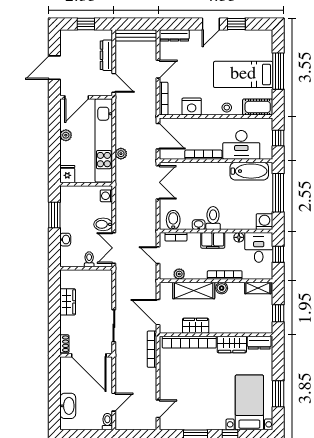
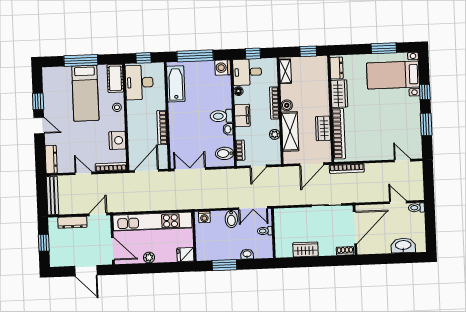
desk: (241, 145) -> (139, 82), moved, turned 180
plant: (121, 154) -> (164, 205), removed
plant: (179, 274) -> (275, 134), moved

